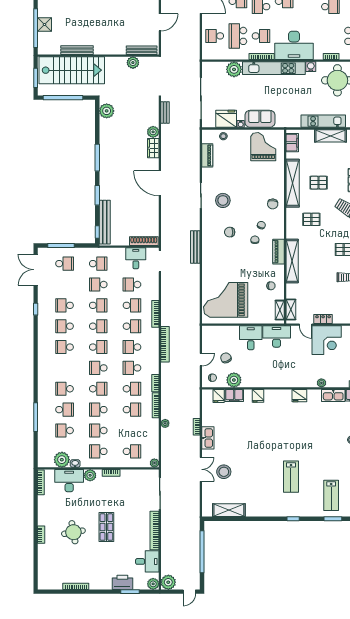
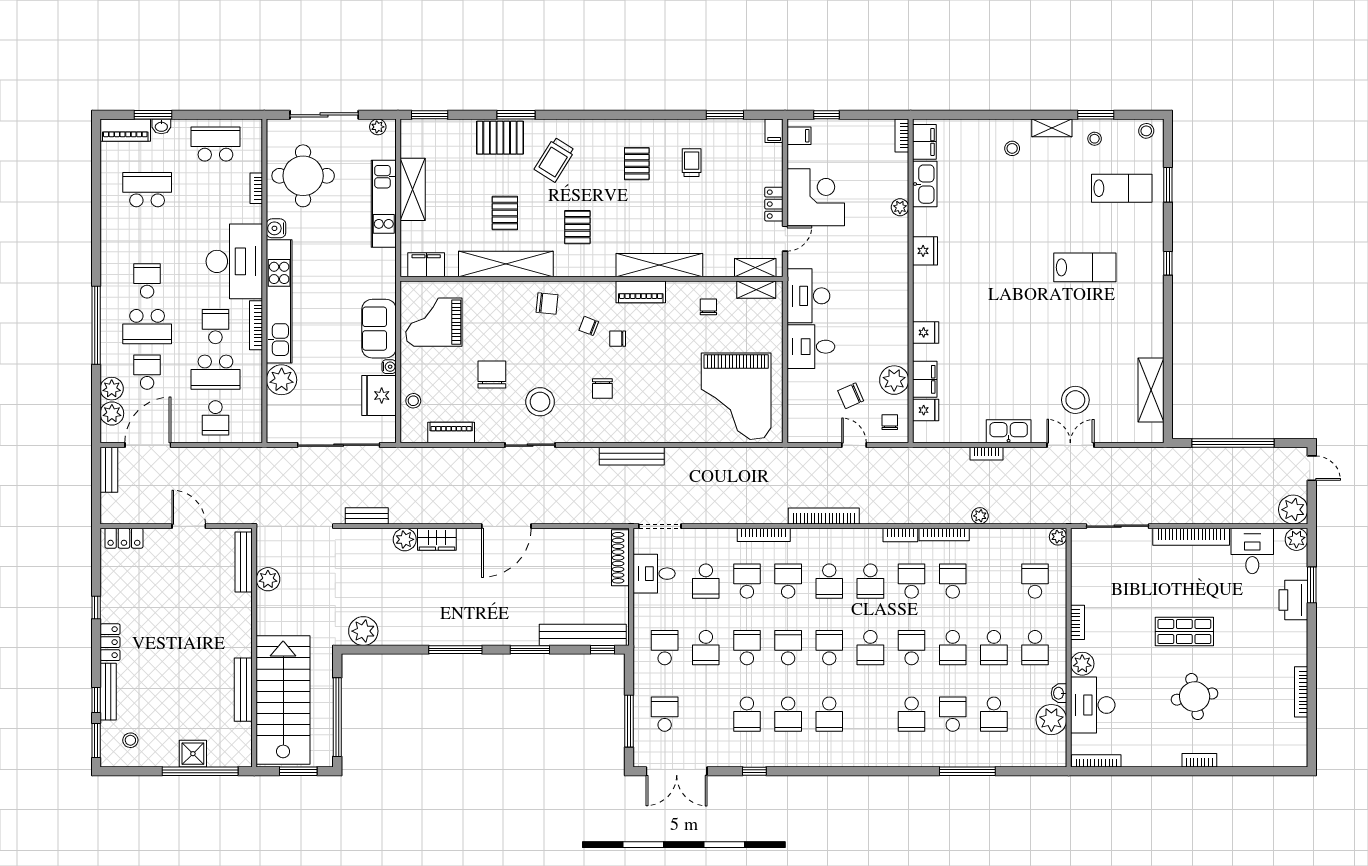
chair: (237, 176) -> (492, 374), added

